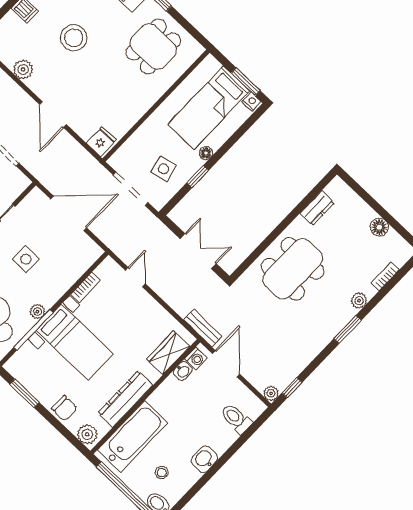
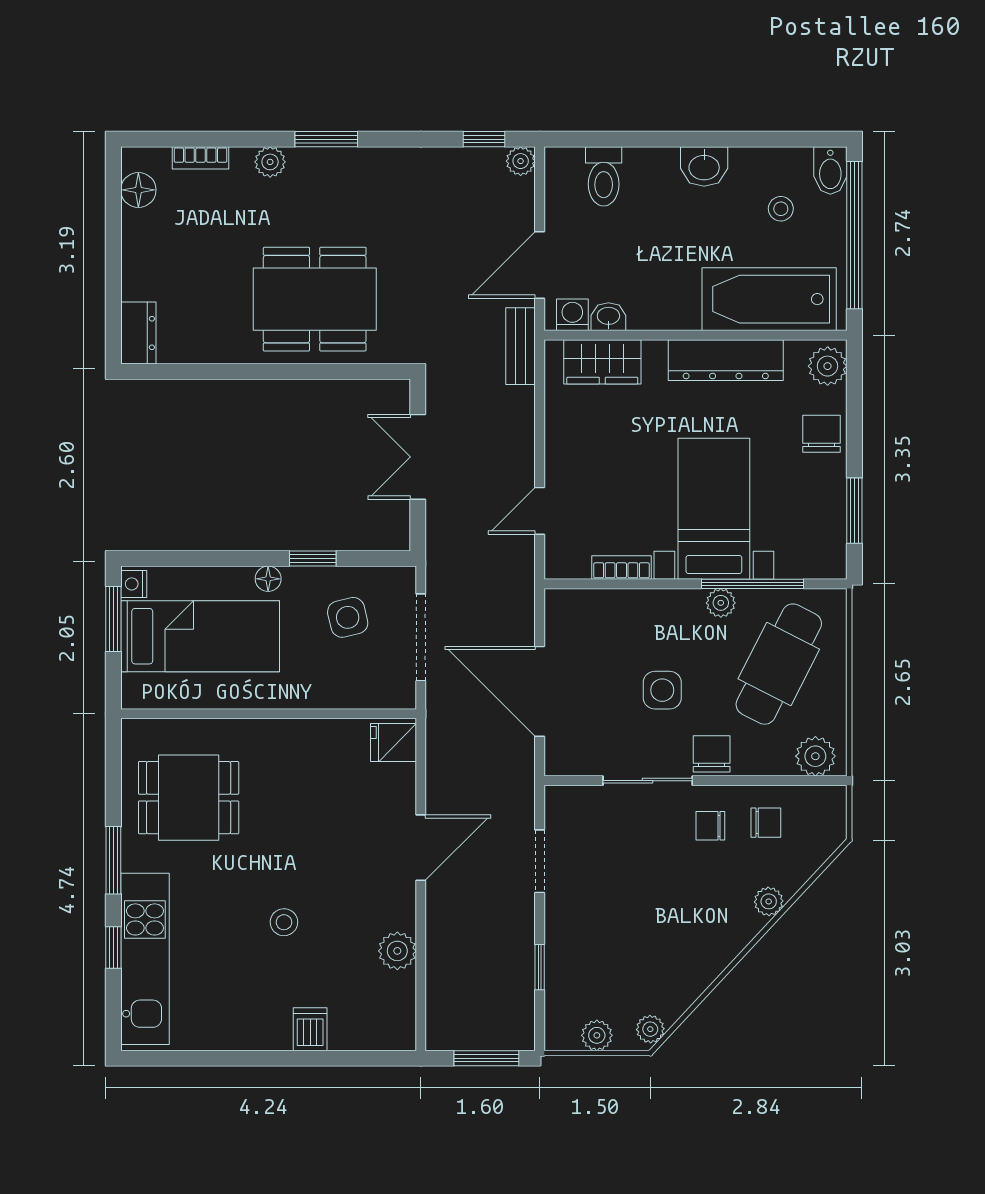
stool: (74, 38) -> (284, 922), width x0.53, depth x0.53
dresser: (317, 208) -> (138, 333), moved, turned 90
floor lamp: (379, 227) -> (138, 190), moved

